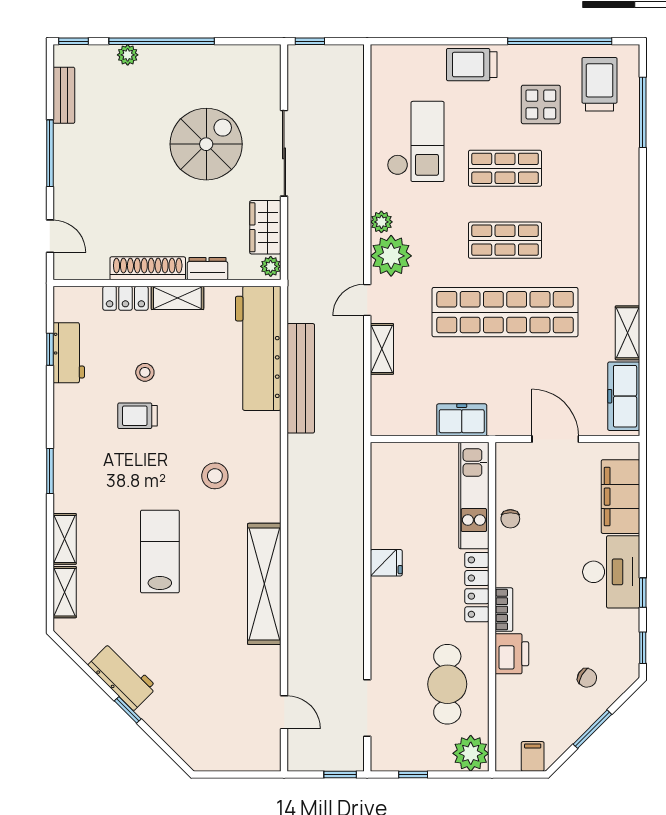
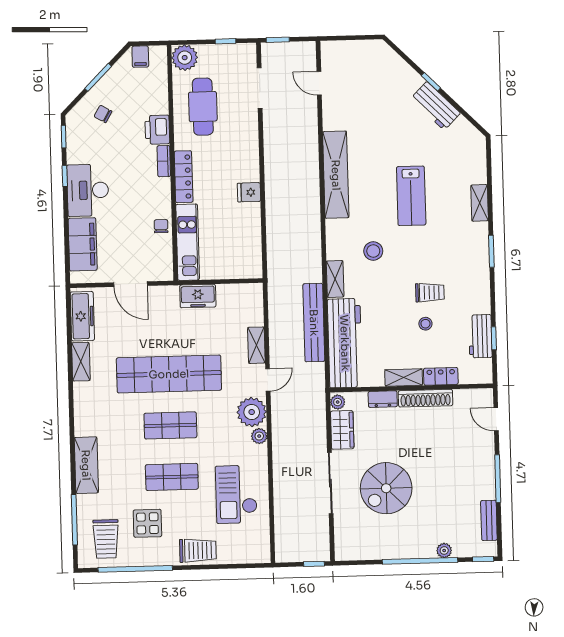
shelving: (624, 188) -> (86, 465), added
shelving: (65, 592) -> (335, 279), moved

